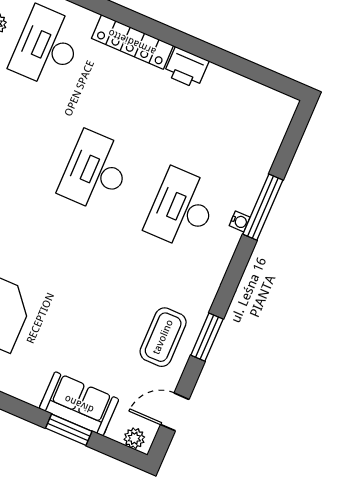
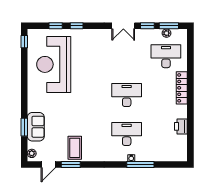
printer: (186, 68) -> (181, 126), moved
coffee table: (163, 337) -> (75, 148), turned 90
window: (207, 337) -> (71, 164), moved
door: (175, 412) -> (48, 164), swing flipped

